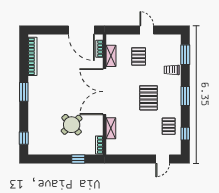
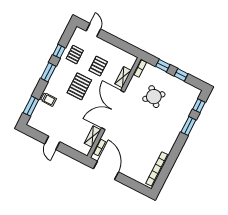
pallet: (139, 56) -> (98, 66), moved
window: (24, 92) -> (188, 126), moved
double door: (104, 92) -> (113, 110), swing flipped
window: (185, 134) -> (59, 51), moved
window: (56, 159) -> (181, 75), added
door: (163, 159) -> (93, 30), hinge flipped

